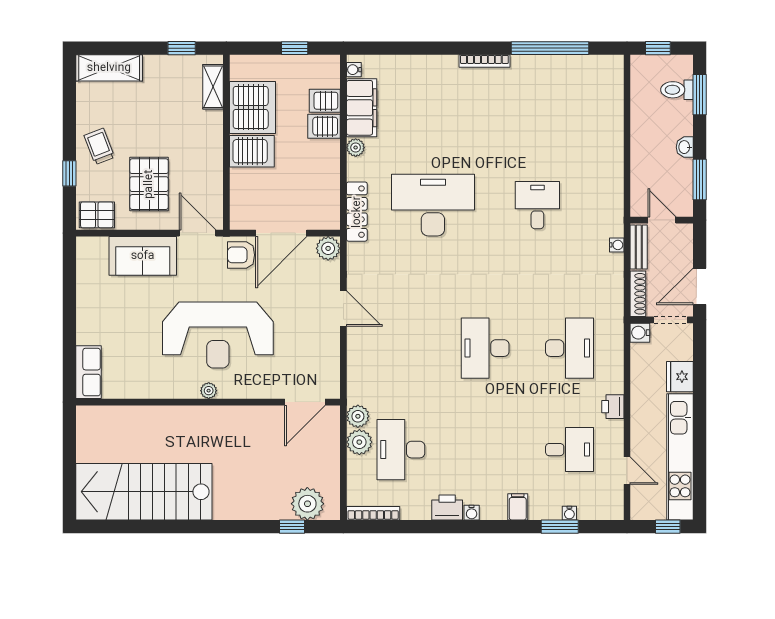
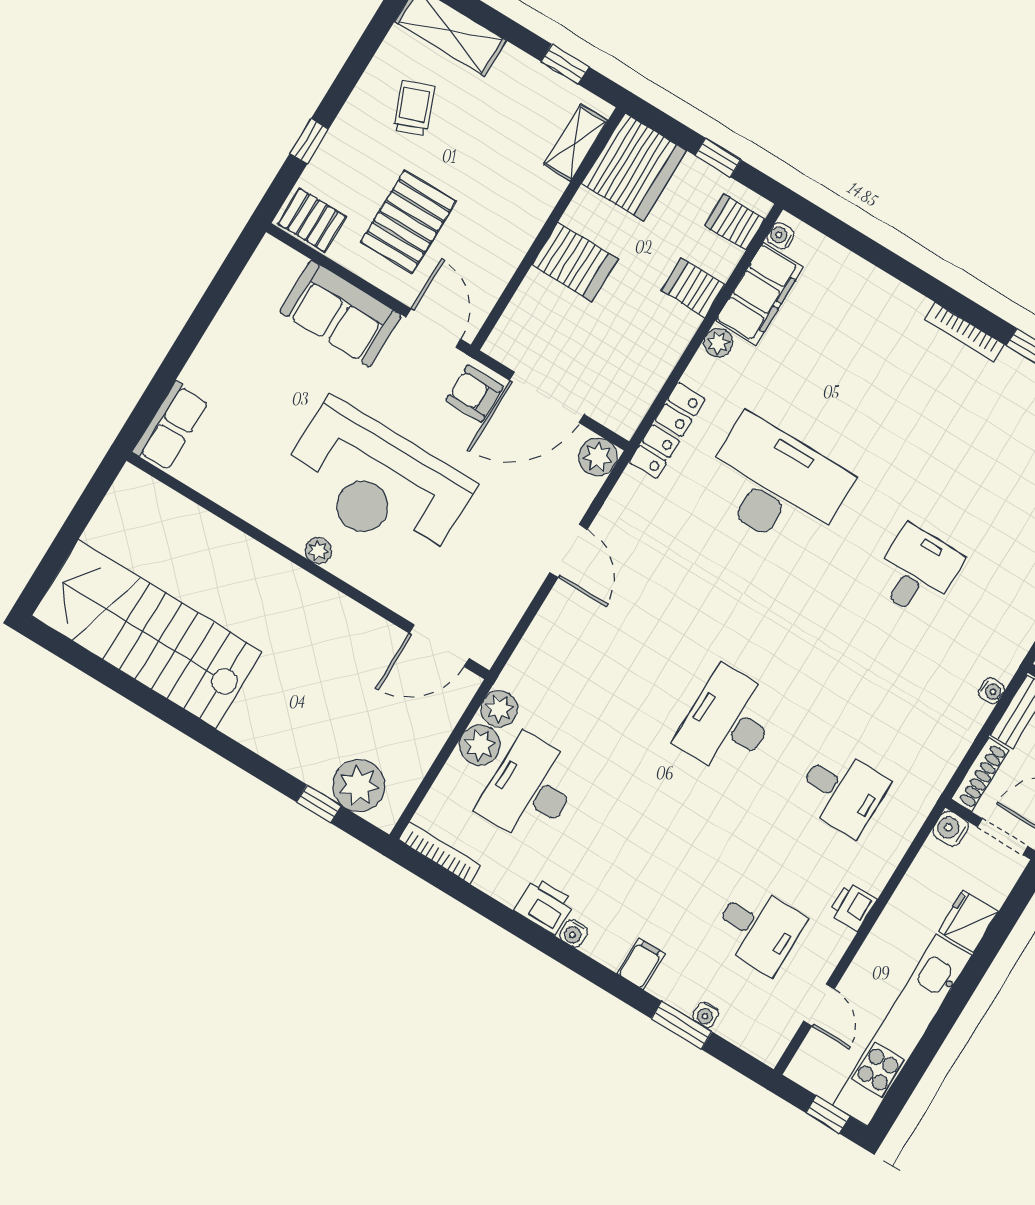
server rack: (325, 101) -> (735, 222), moved
server rack: (252, 107) -> (634, 167), moved
trolley: (99, 146) -> (414, 108), moved
desk: (569, 348) -> (842, 791), width x0.73

